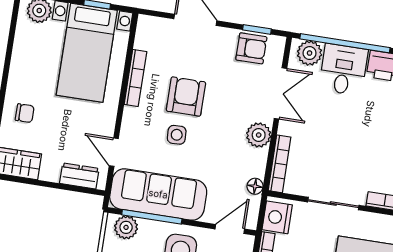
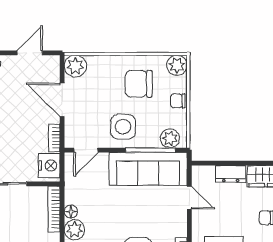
side table: (177, 135) -> (141, 220), removed
dresser: (79, 176) -> (231, 174), moved
floor lamp: (255, 186) -> (71, 212), moved

